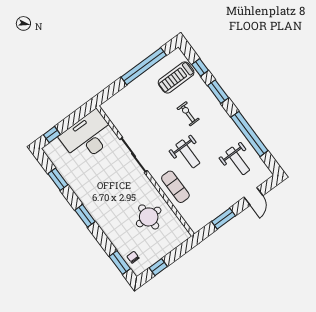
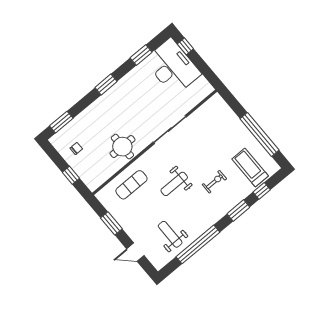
desk: (88, 137) -> (173, 67), moved
weight bench: (238, 161) -> (170, 234), turned 90
exercise mat: (175, 187) -> (131, 185), moved
round table: (149, 217) -> (122, 147), moved
chair: (133, 257) -> (76, 149), moved
window: (158, 267) -> (71, 175), moved

